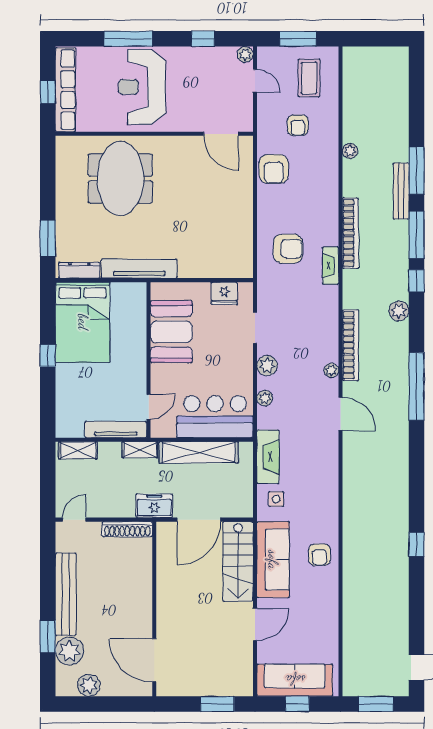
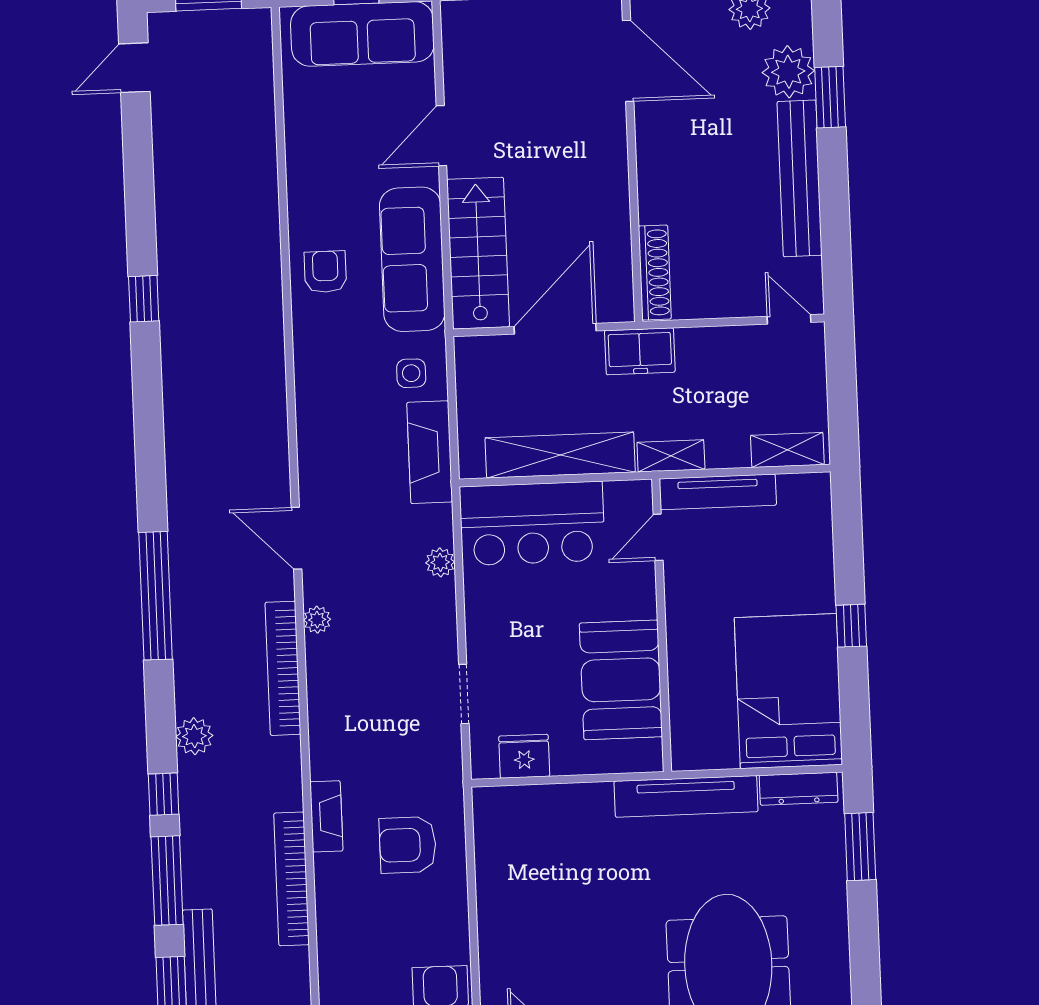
plant: (267, 366) -> (438, 624), removed
door: (74, 520) -> (789, 319), swing flipped
shoe rack: (127, 529) -> (655, 273), moved, turned 90

